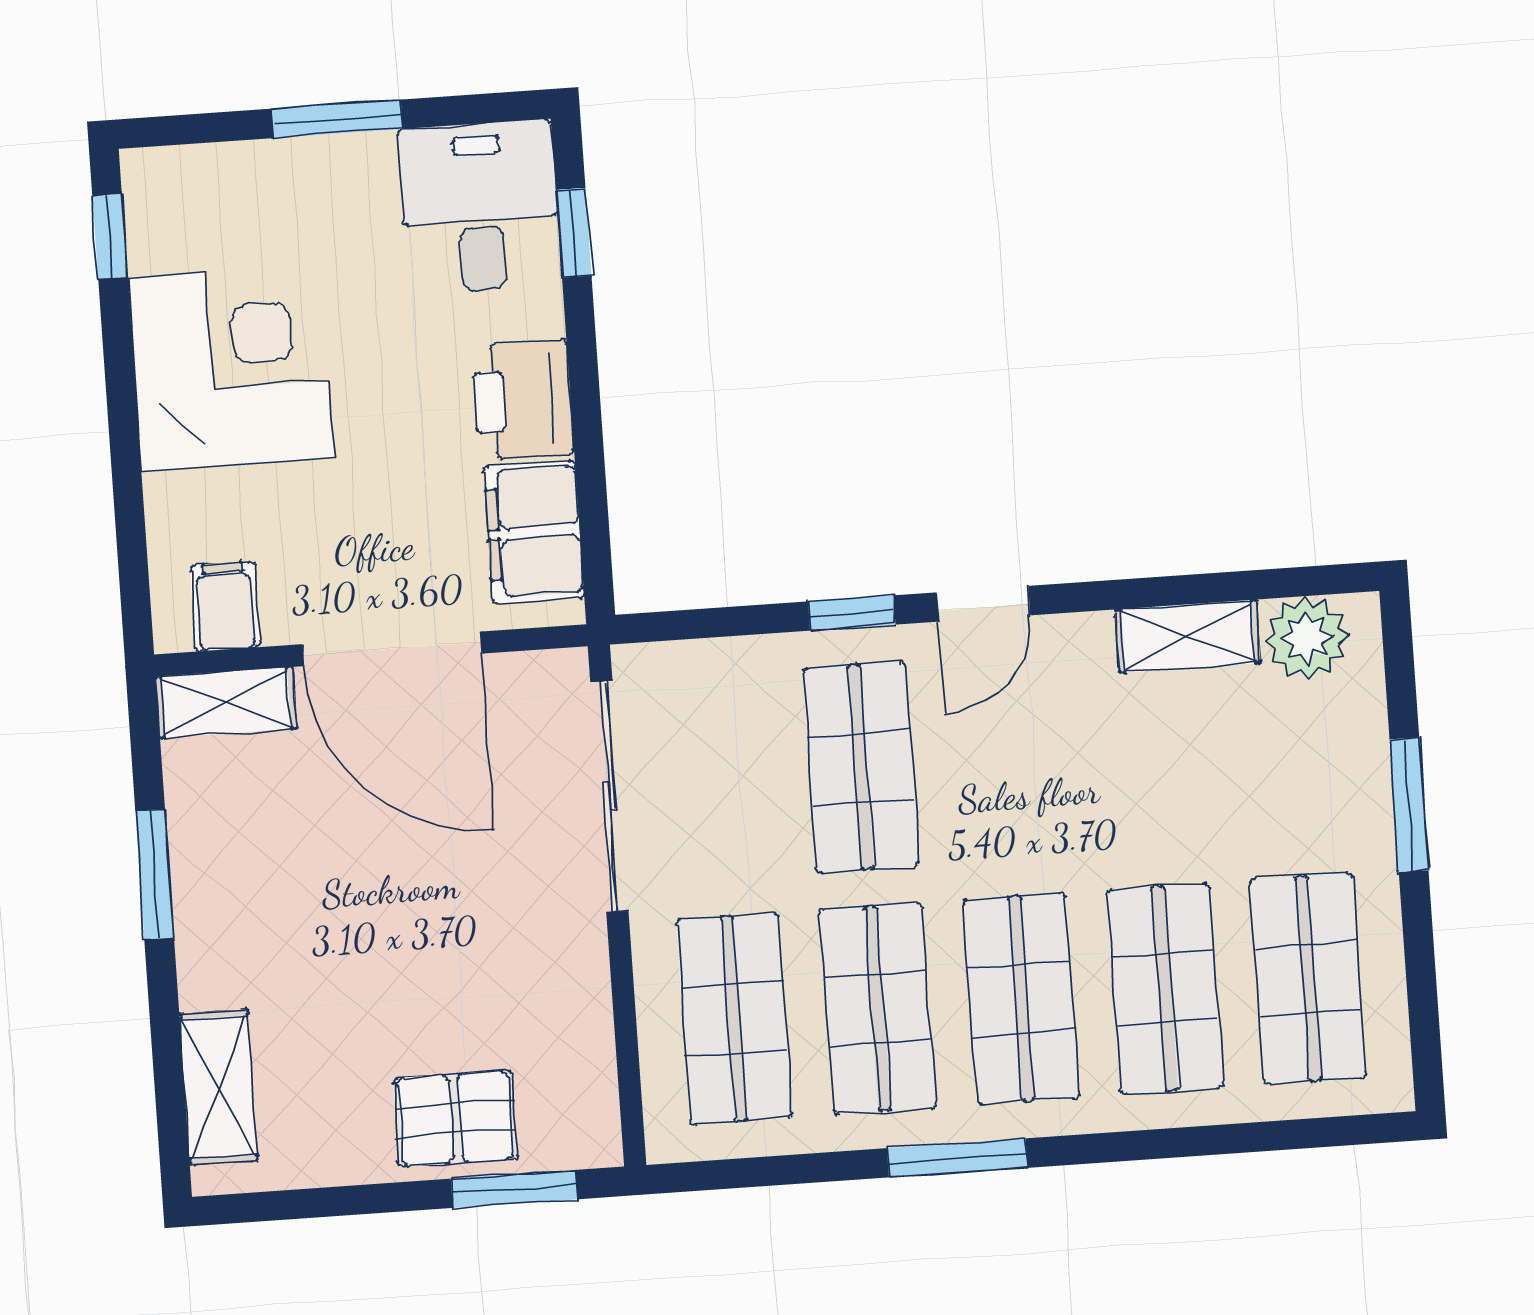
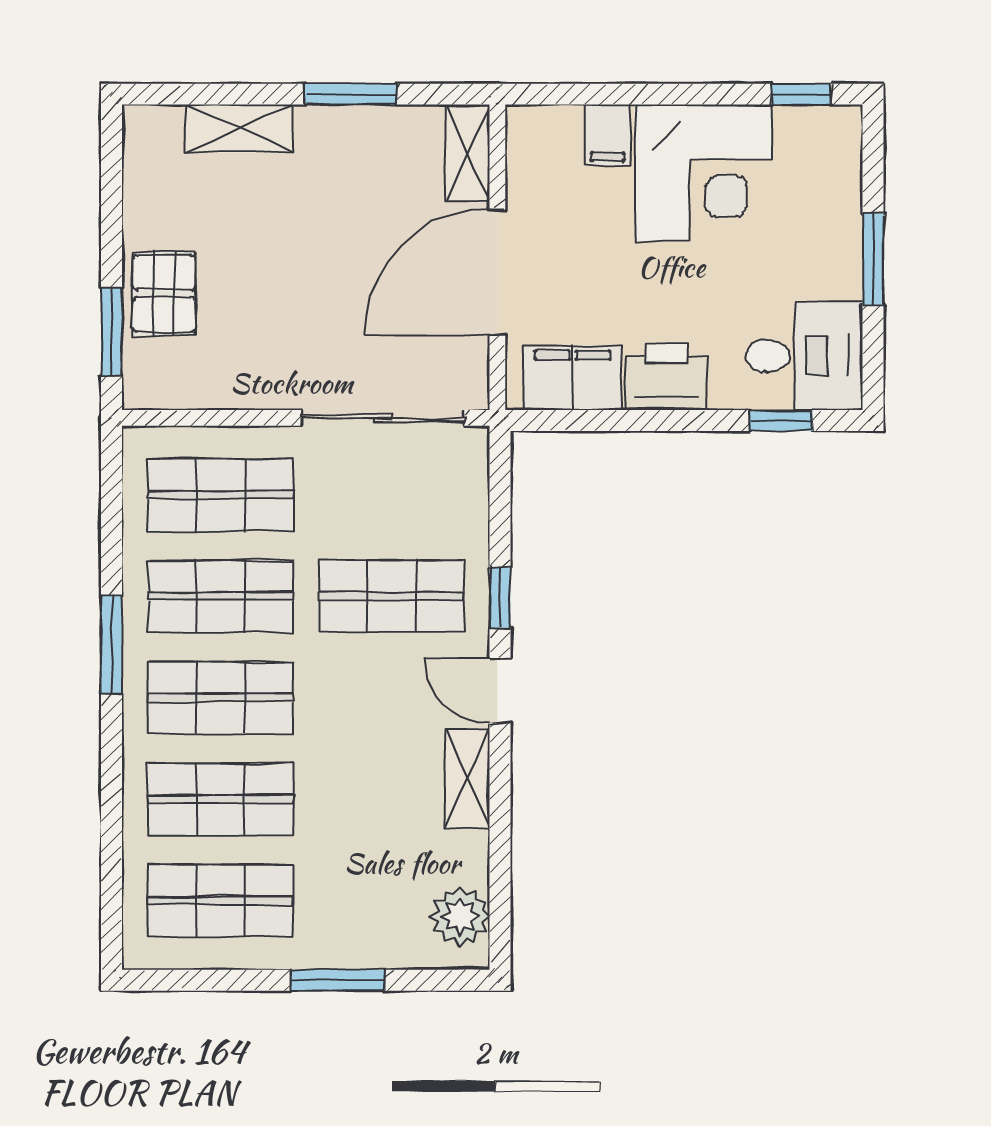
filing cabinet: (225, 606) -> (608, 135), moved, turned 90
shelving: (1188, 636) -> (467, 779), moved
shelving: (218, 1087) -> (239, 128), moved

